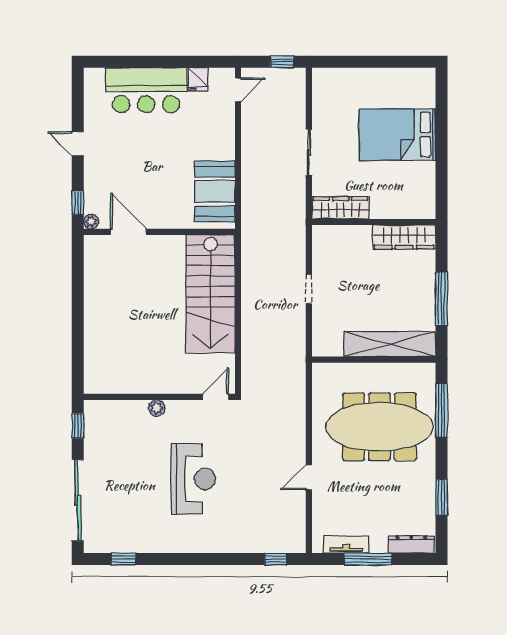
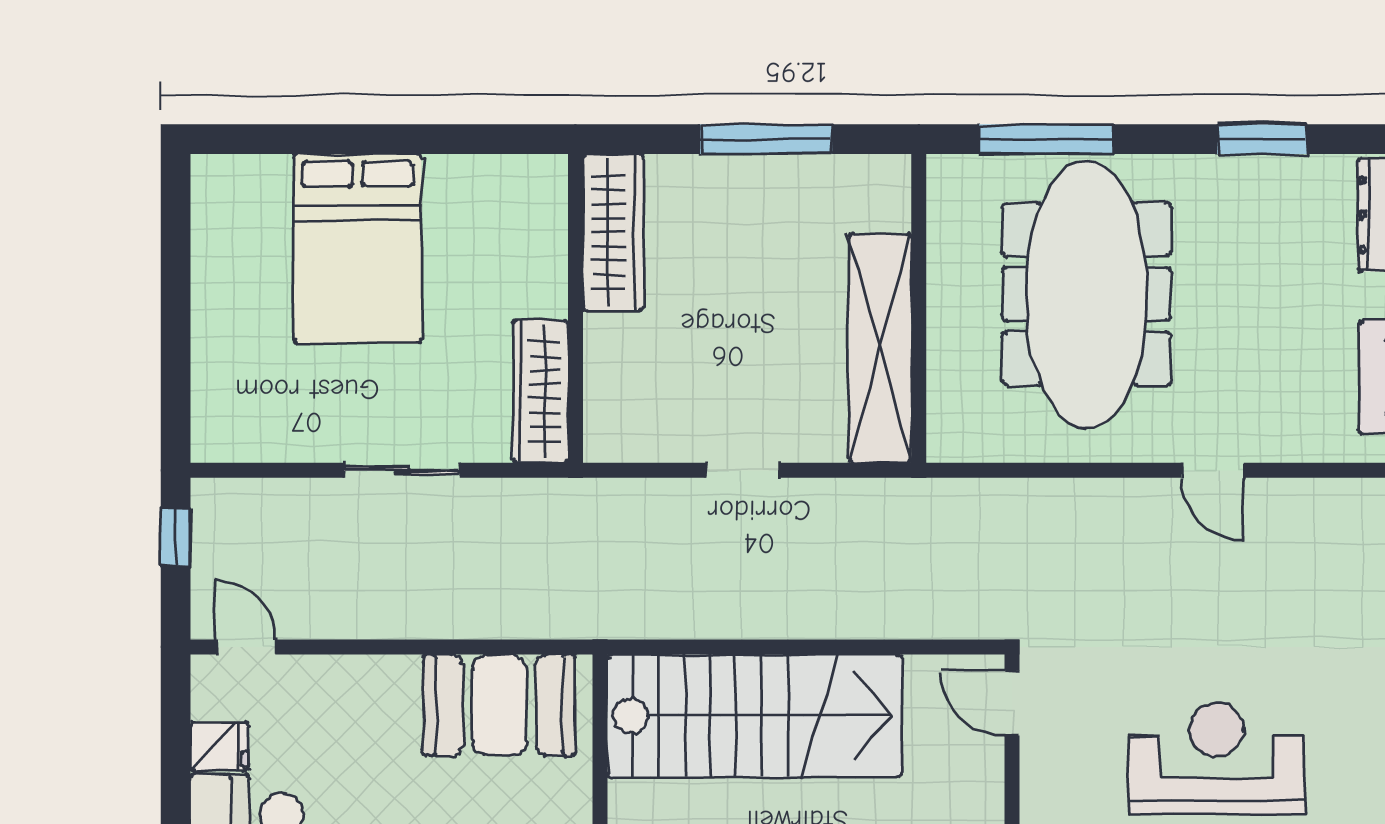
shelving: (390, 344) -> (880, 348), moved

